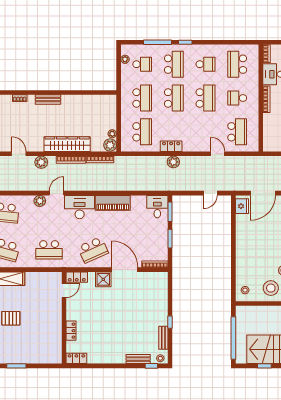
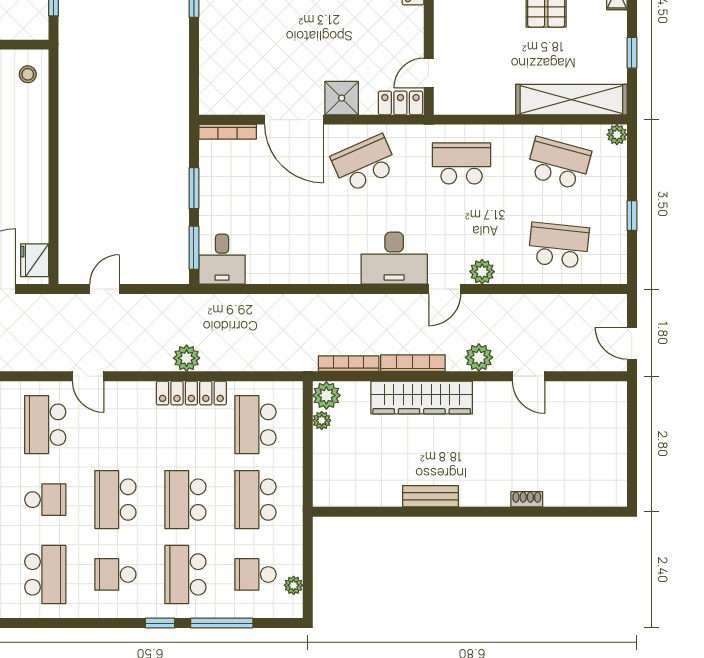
bench: (48, 100) -> (430, 496), moved
locker: (171, 146) -> (191, 393), width x1.53
piano: (113, 203) -> (321, 267), removed

